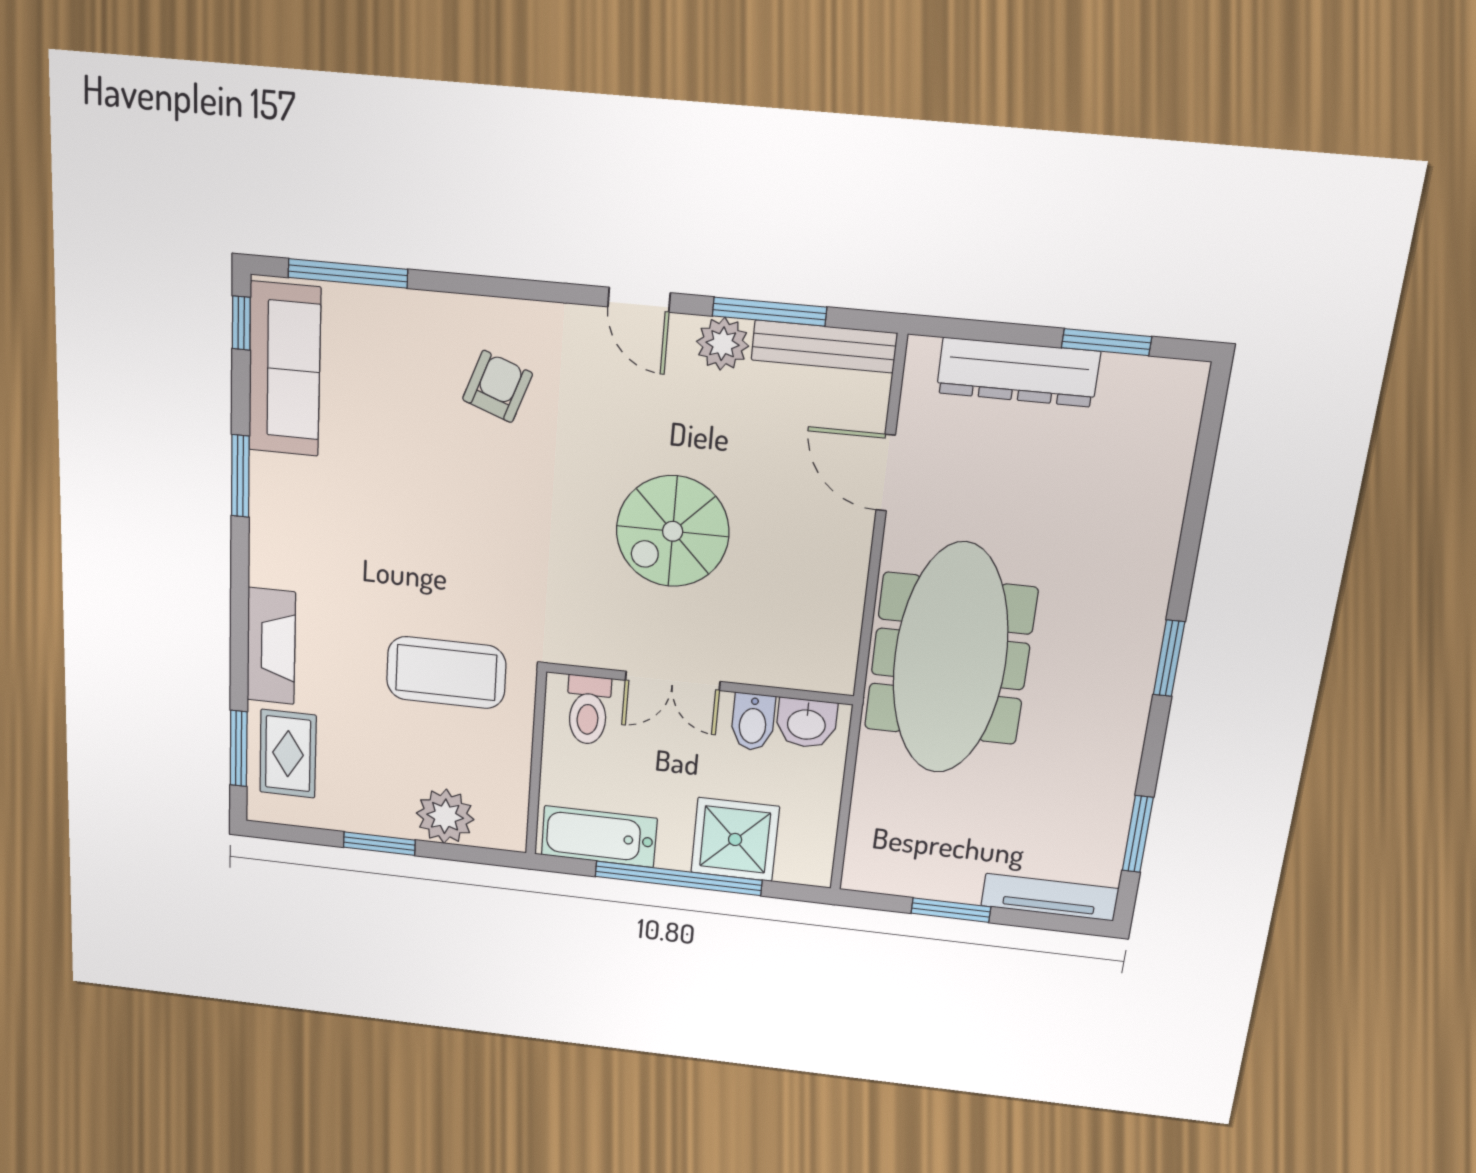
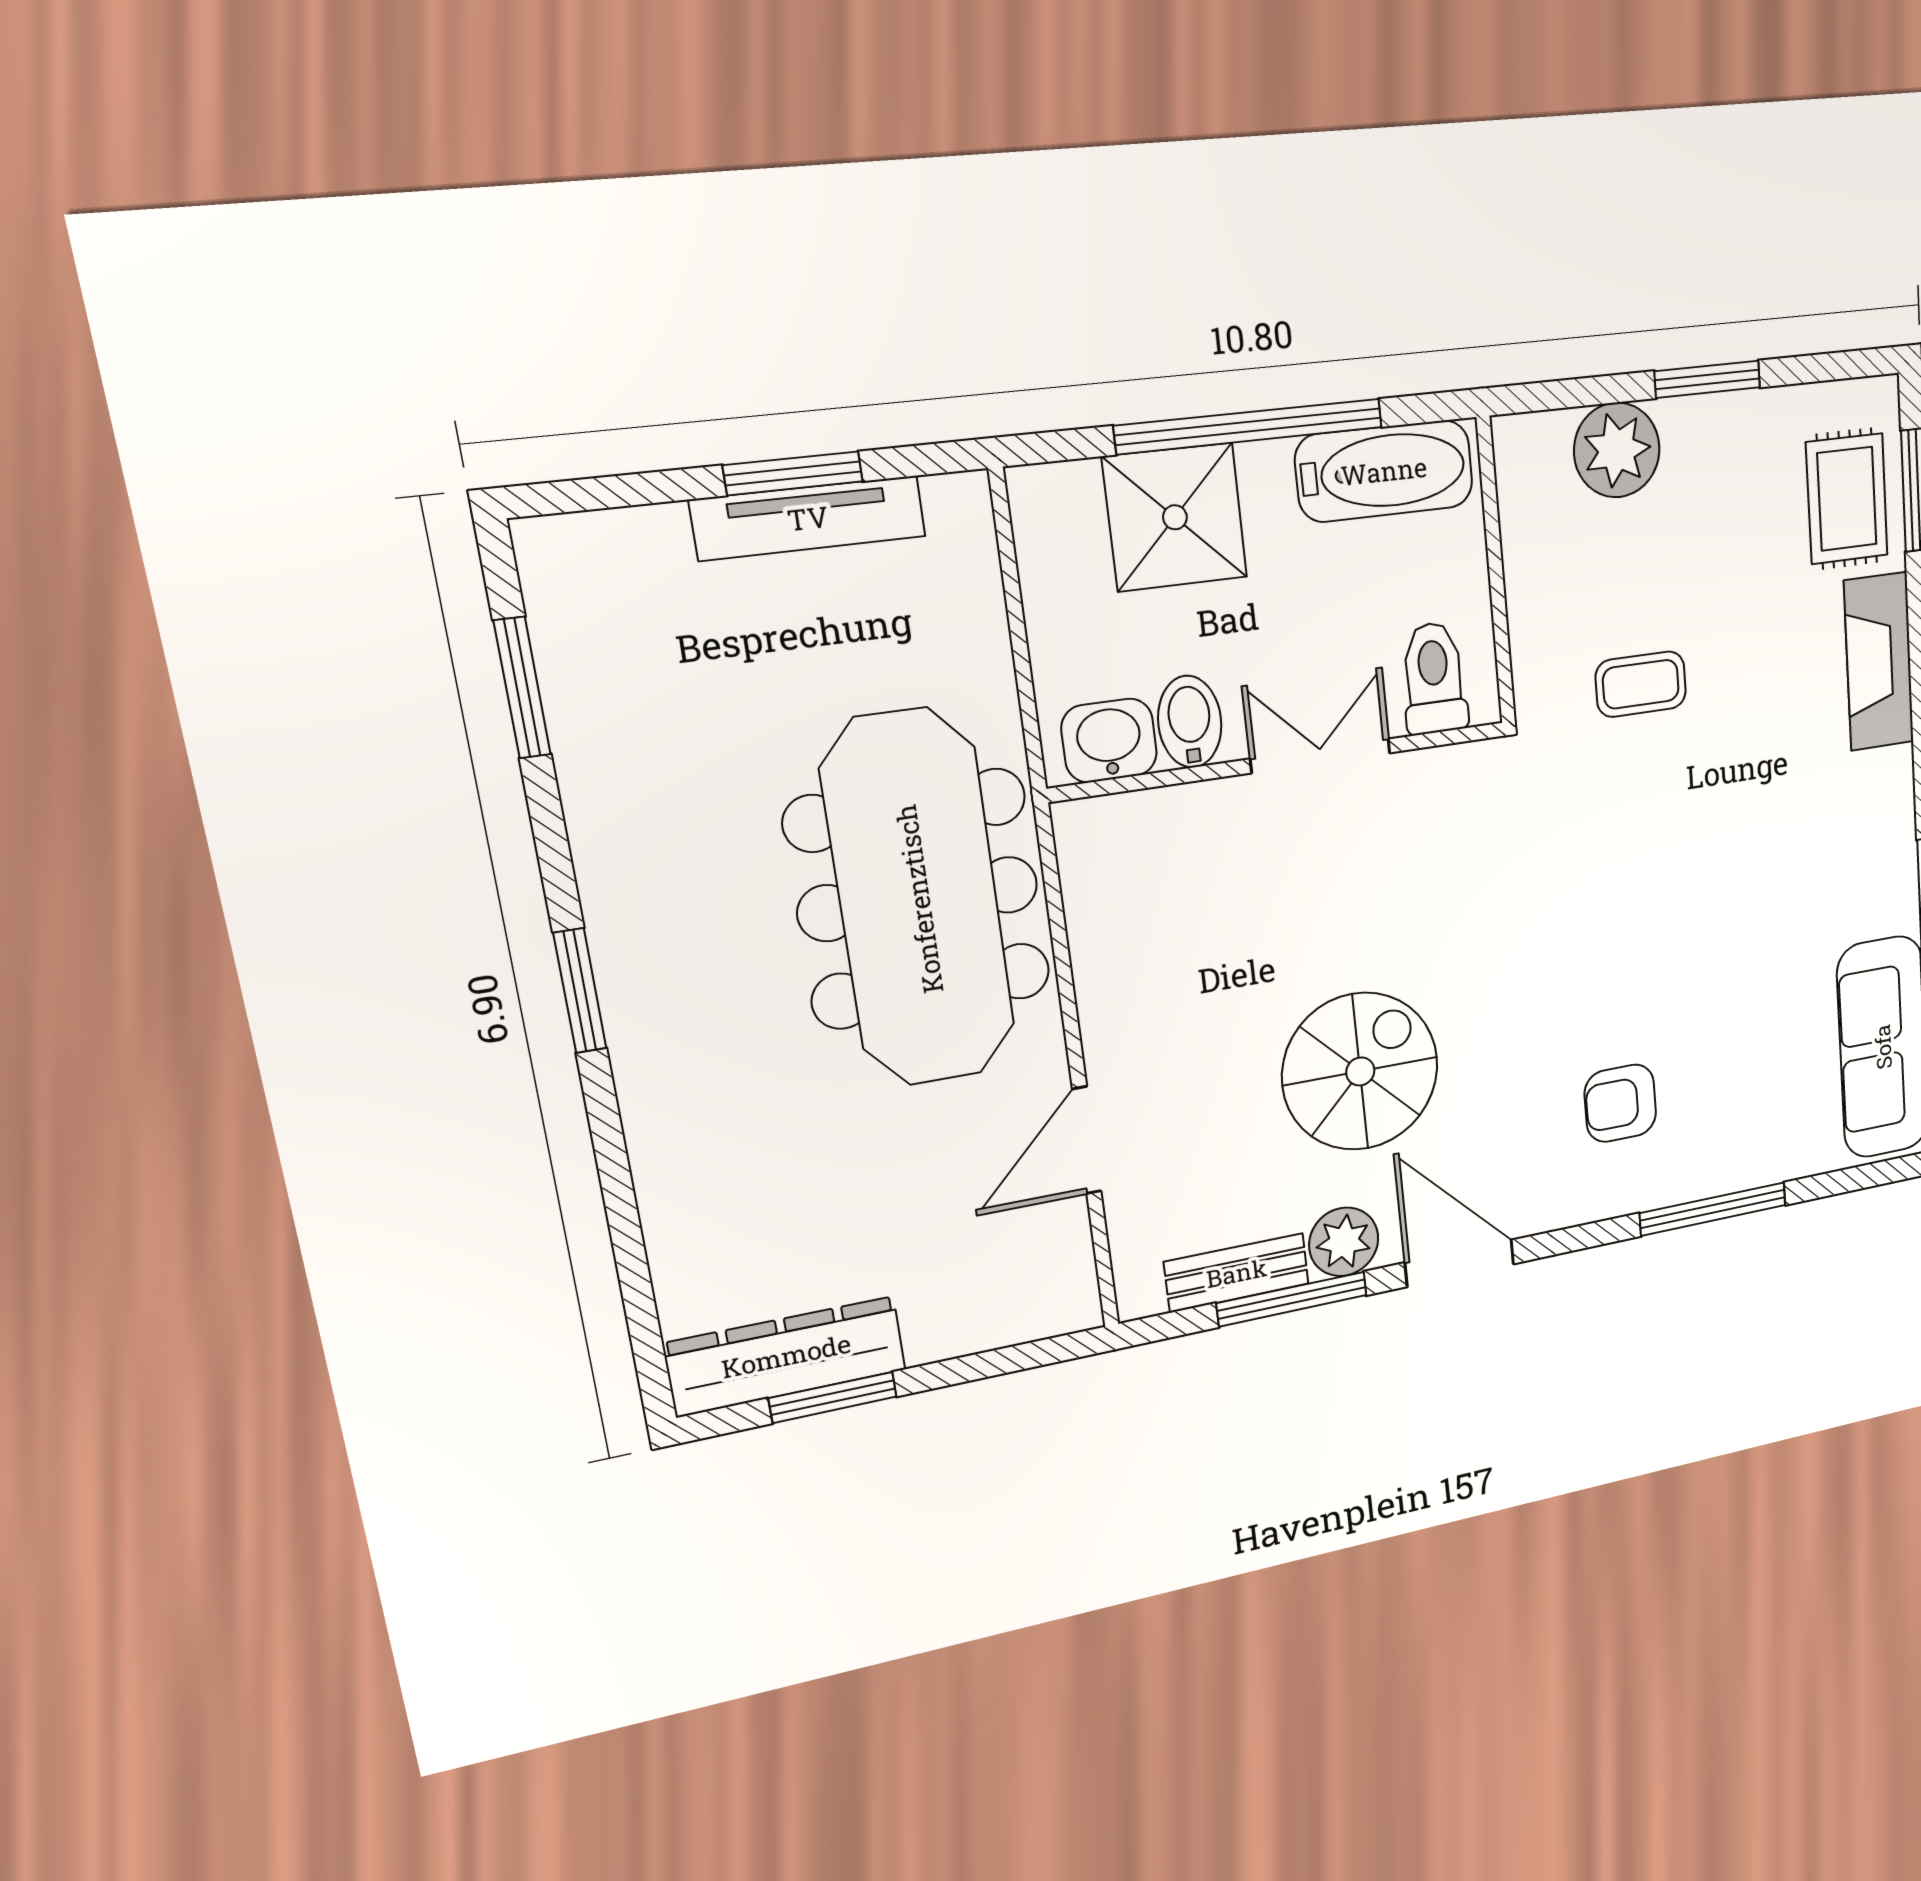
window: (348, 273) -> (1713, 1209), moved
door: (639, 300) -> (1460, 1263), width x1.38
bench: (824, 346) -> (1237, 1273), width x0.73
dresser: (1018, 372) -> (786, 1356), moved
armchair: (497, 387) -> (1620, 1103), turned 70
door: (886, 473) -> (1087, 1140), swing flipped
spiral stairs: (673, 531) -> (1360, 1071), moved
coffee table: (446, 673) -> (1641, 684), width x0.54, depth x0.58
tv unit: (1050, 897) -> (808, 518), moved

